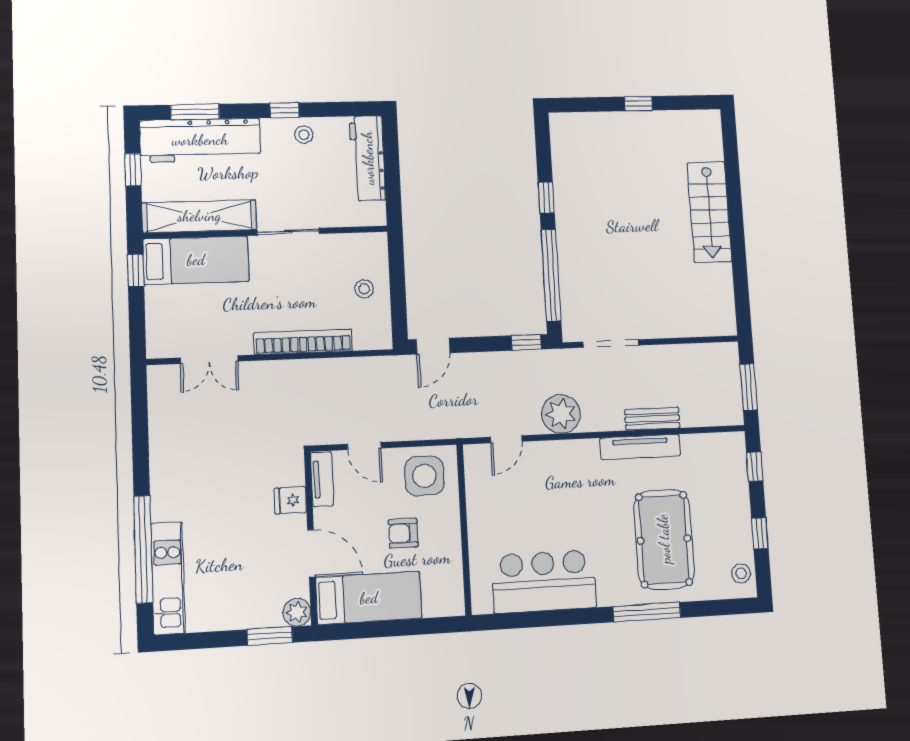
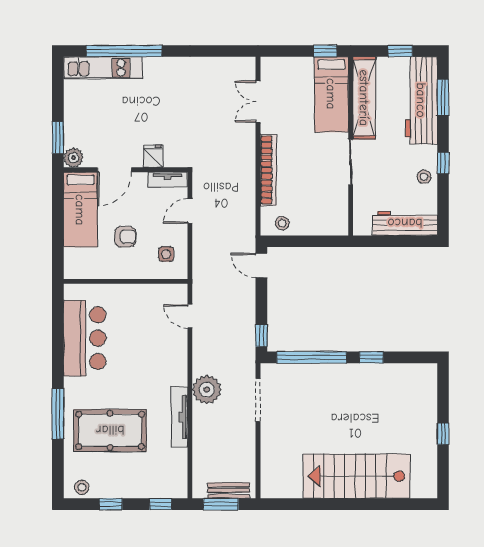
stairs: (709, 212) -> (356, 476), width x1.36, depth x1.51
stool: (364, 289) -> (282, 223), moved
plant: (561, 414) -> (207, 390), moved
bench: (652, 419) -> (229, 491), moved, turned 90
side table: (424, 476) -> (166, 254), width x0.54, depth x0.54
armchair: (403, 533) -> (125, 237), turned 90

